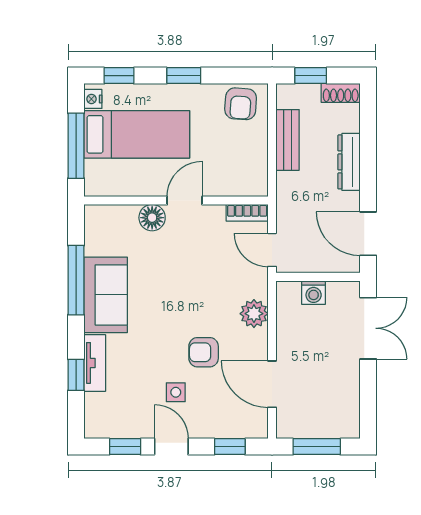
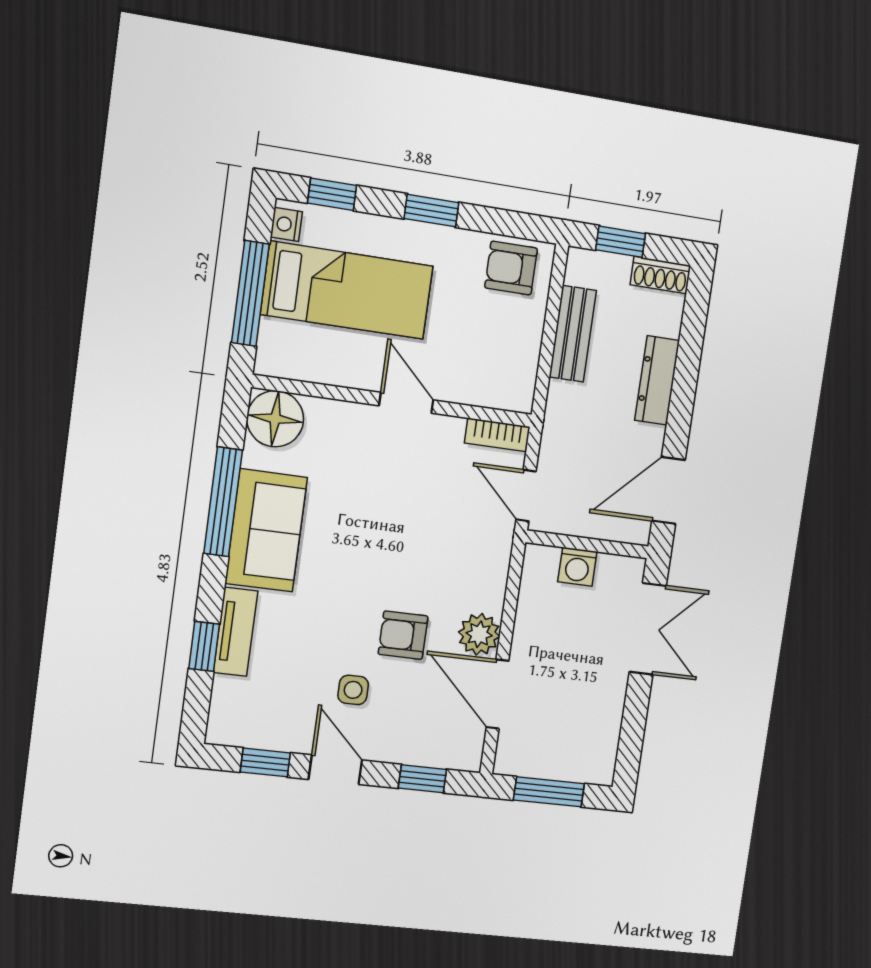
armchair: (241, 104) -> (511, 268), turned 86
door: (185, 201) -> (406, 403), hinge flipped
floor lamp: (152, 218) -> (275, 419), moved, width x1.38, depth x1.38
door: (368, 234) -> (668, 490), hinge flipped
plant: (254, 314) -> (479, 634), moved

